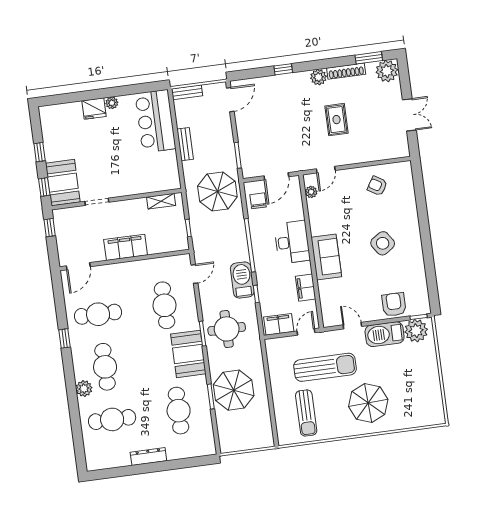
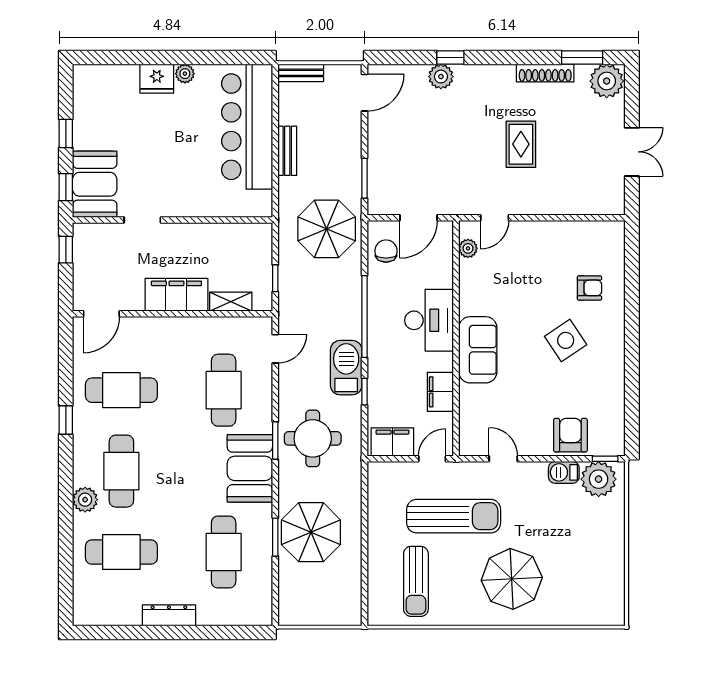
plant: (318, 77) -> (441, 77), moved
bar counter: (155, 121) -> (247, 127), width x1.36
armchair: (377, 186) -> (589, 288), moved, turned 148
shelving: (161, 201) -> (231, 302), moved
barbecue: (385, 334) -> (564, 472), width x0.53, depth x0.65

